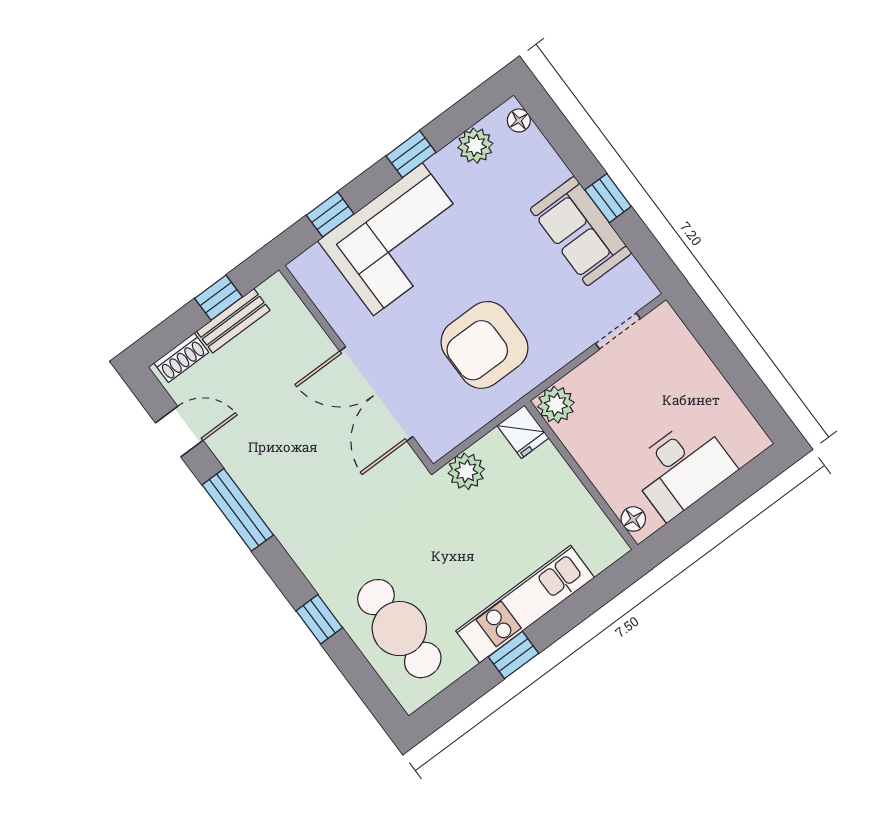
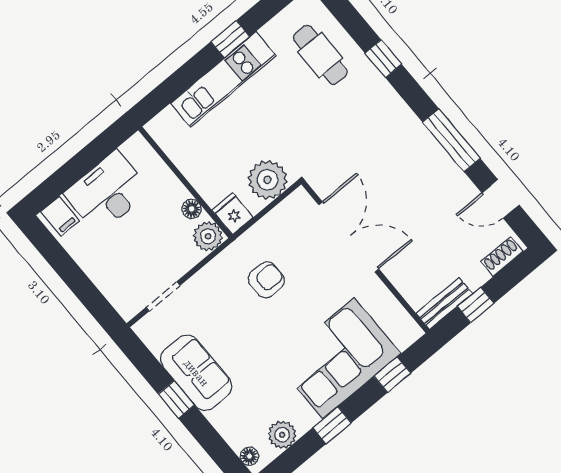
bench: (233, 321) -> (444, 304), moved
armchair: (484, 345) -> (266, 280), width x0.53, depth x0.53
filing cabinet: (744, 441) -> (60, 216), added
plant: (466, 471) -> (268, 180), width x1.36, depth x1.36
floor lamp: (633, 519) -> (192, 209), moved
cafe table: (399, 629) -> (320, 55), width x0.73, depth x0.74

